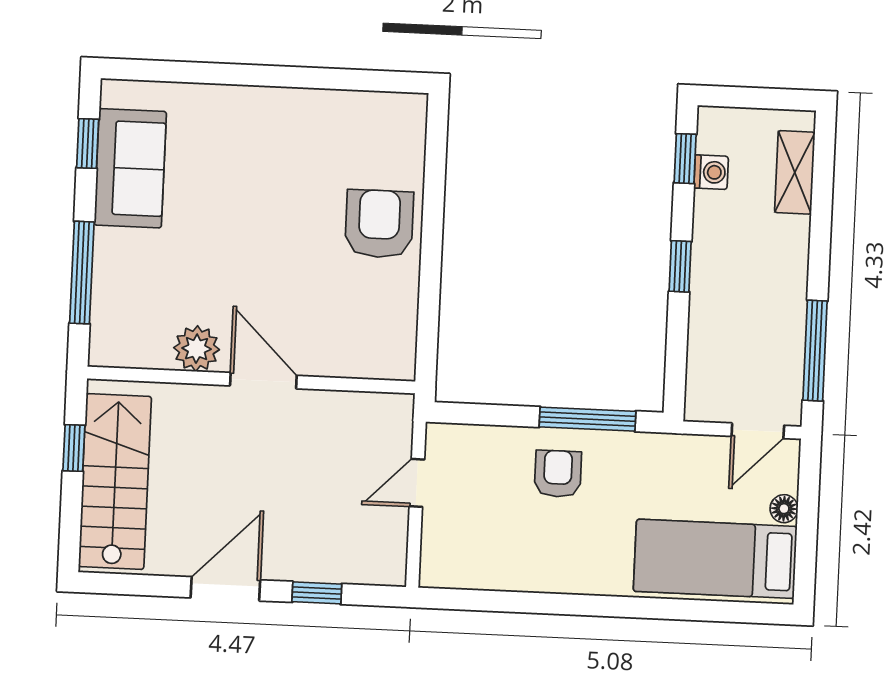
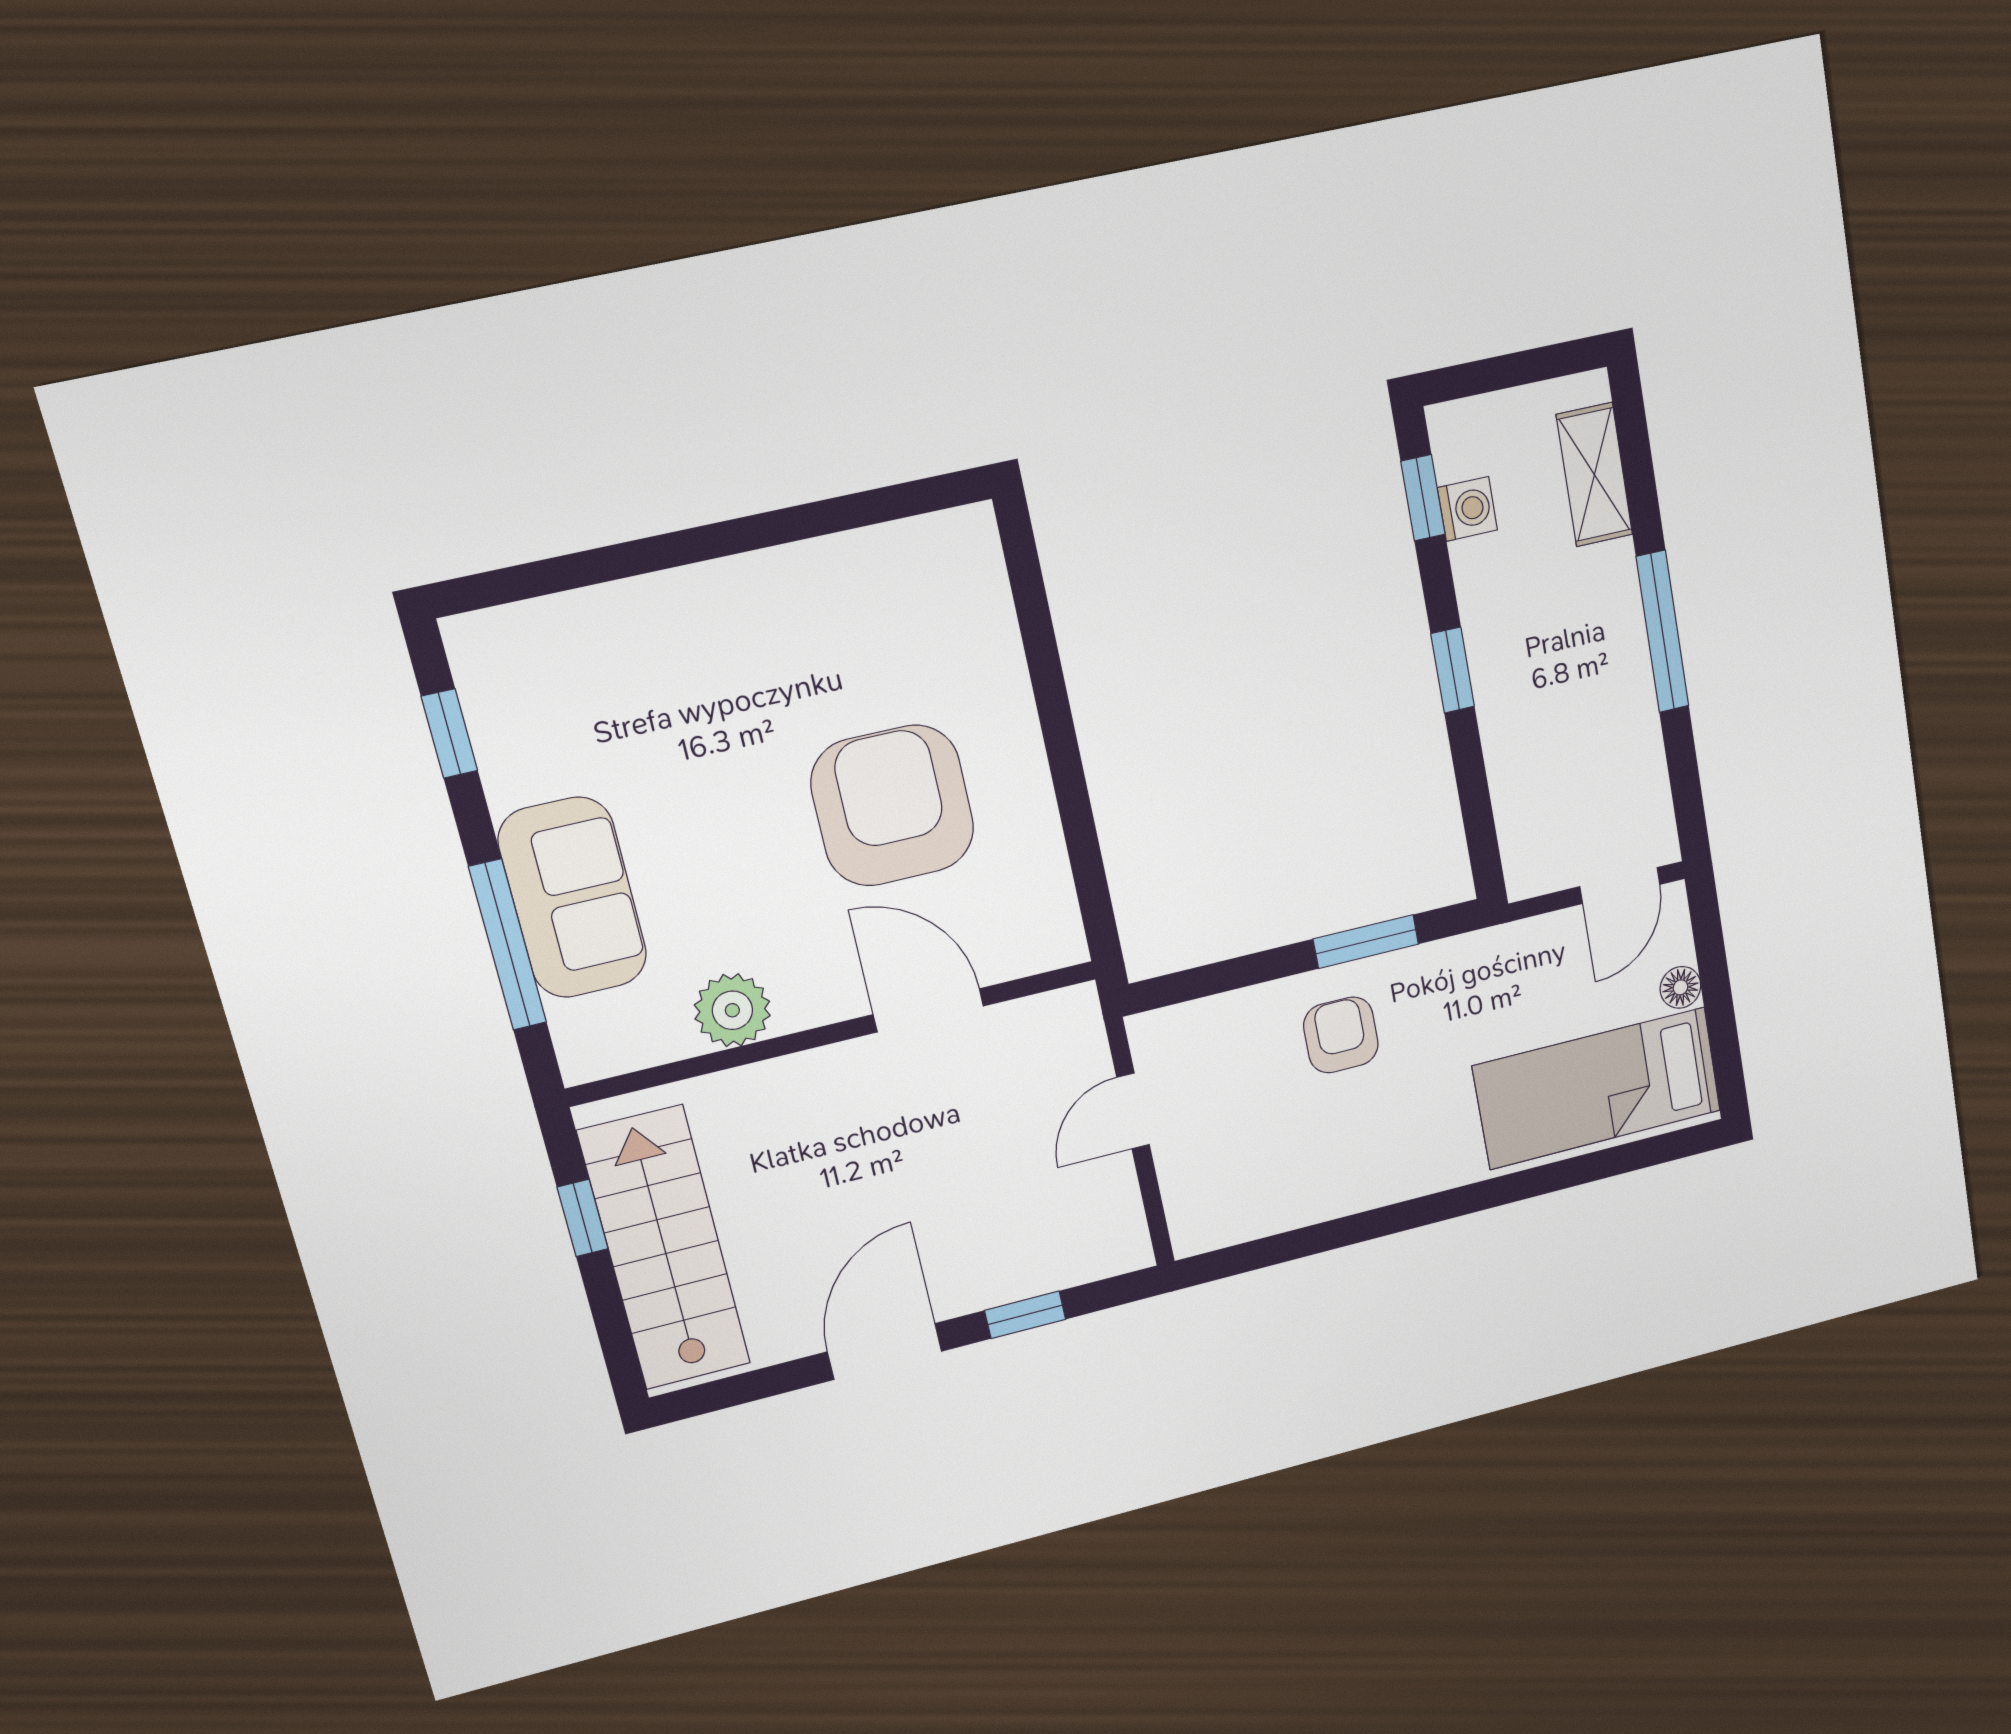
sofa: (130, 168) -> (573, 898), moved
armchair: (379, 224) -> (893, 806), moved, width x1.36, depth x1.36
window: (815, 351) -> (1662, 632), moved
door: (263, 381) -> (928, 1010), moved
window: (587, 419) -> (1366, 942), width x0.69

